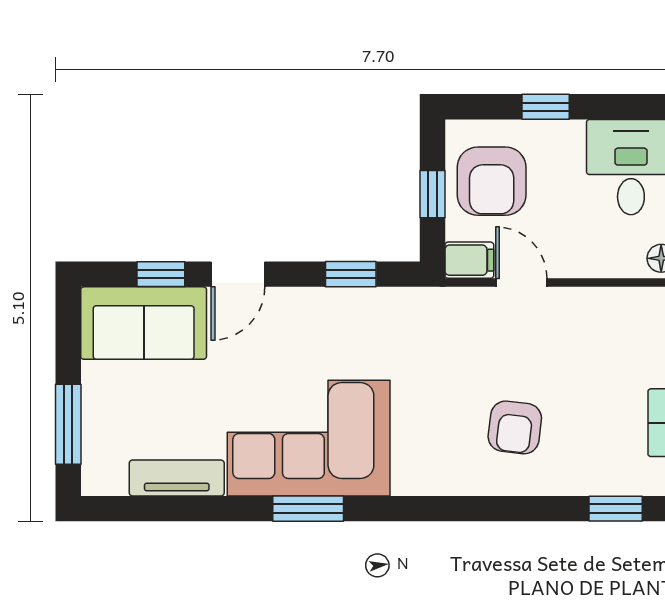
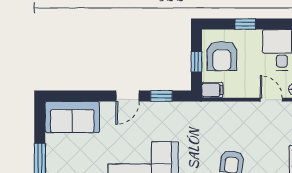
window: (161, 274) -> (80, 96), removed
door: (238, 274) -> (128, 96), moved
door: (521, 283) -> (271, 100), moved

